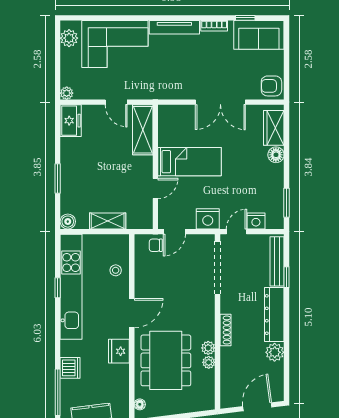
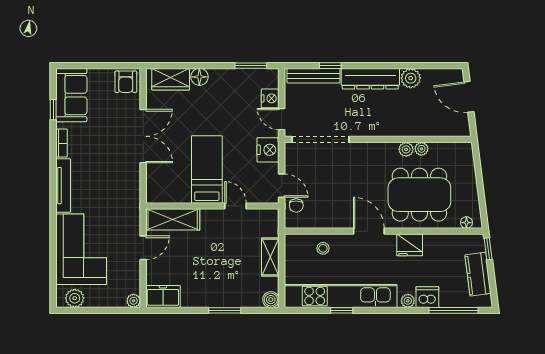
shoe rack: (225, 330) -> (387, 131), removed
plant: (67, 350) -> (408, 301), added

